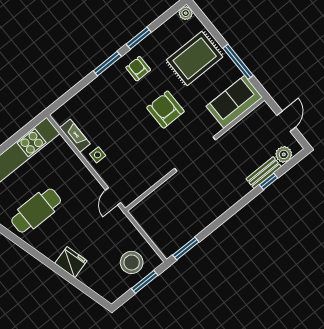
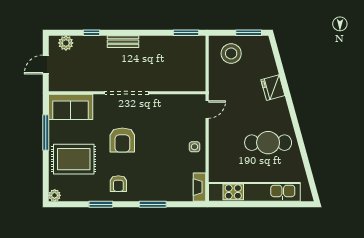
window: (107, 64) -> (153, 204), moved
fireplace: (75, 136) -> (200, 187), moved
bench: (264, 173) -> (123, 42), moved
window: (145, 282) -> (249, 33), moved

